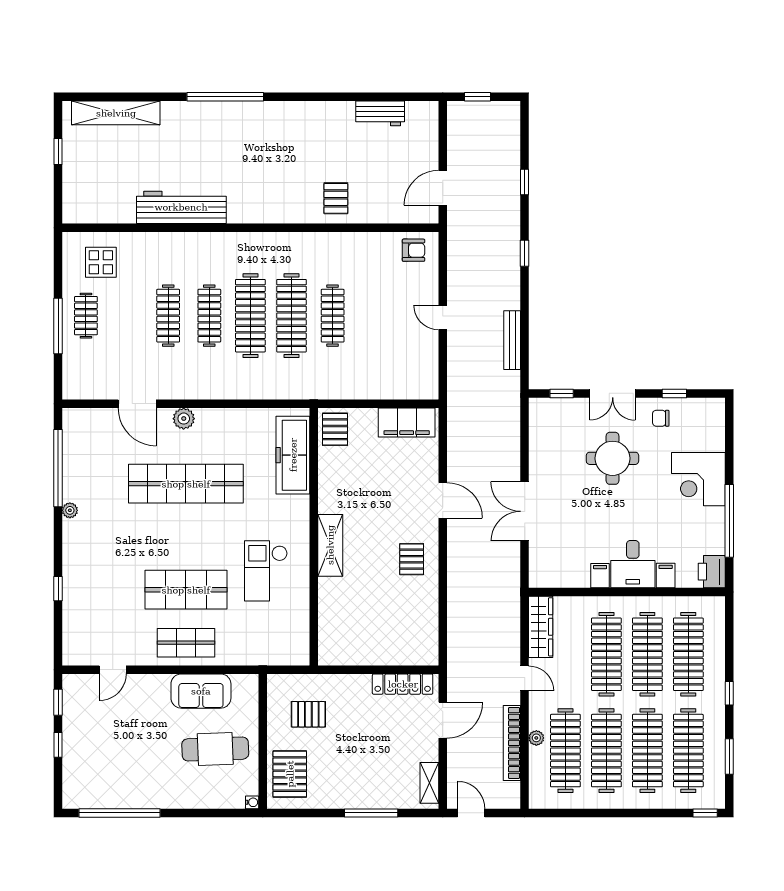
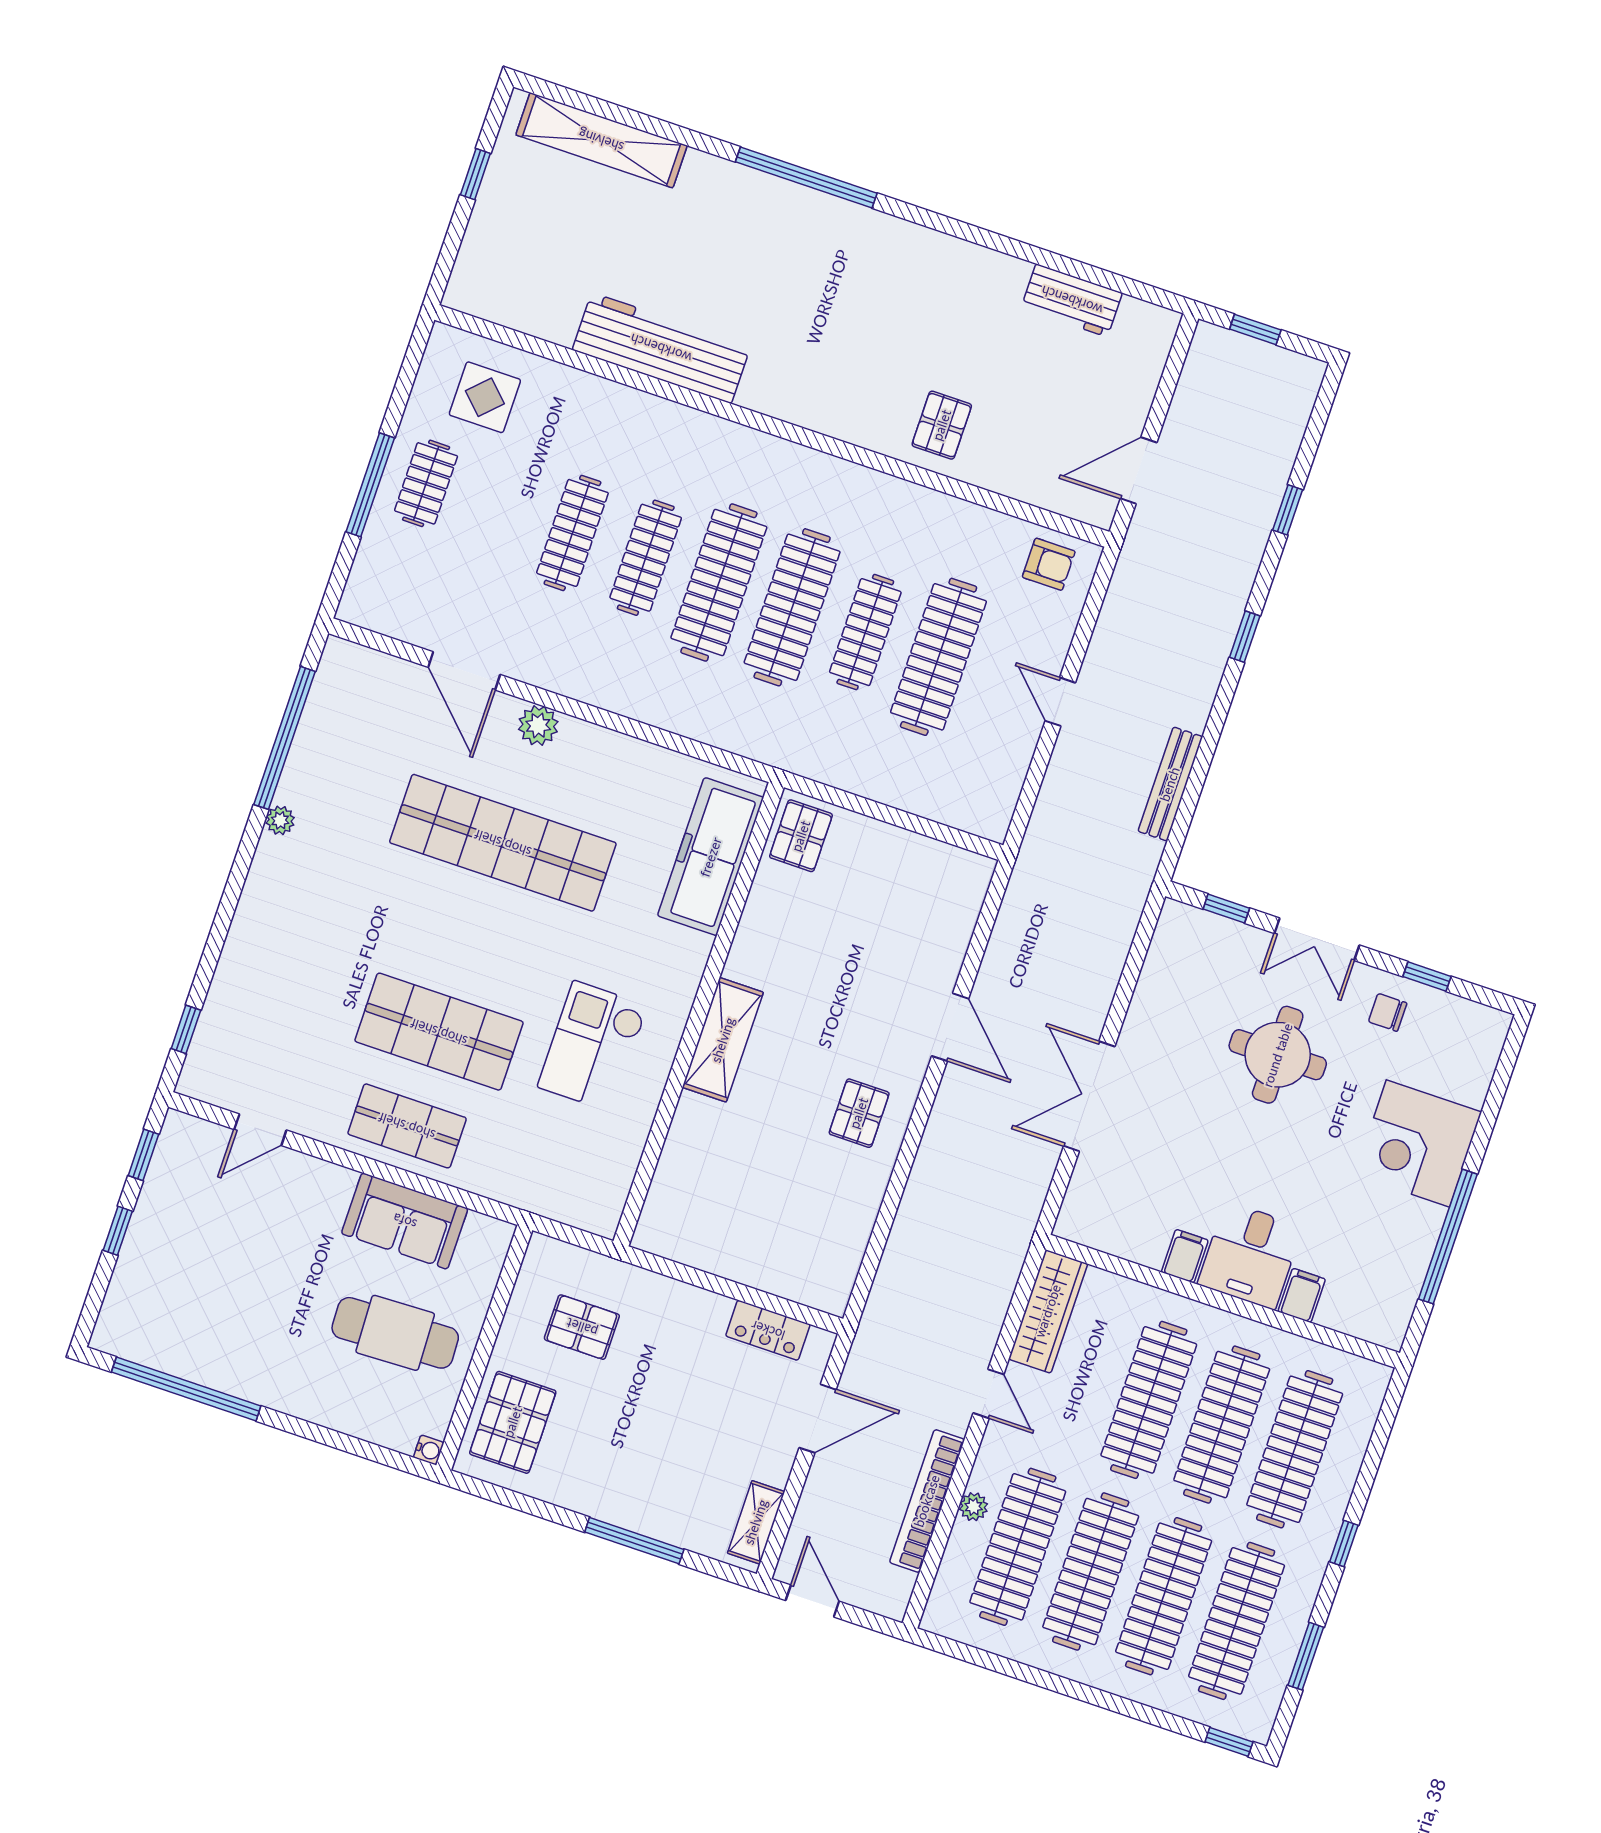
clothes rail: (374, 316) -> (939, 657), added
filing cabinet: (407, 422) -> (933, 867), removed
printer: (712, 572) -> (1386, 1316), removed
window: (58, 589) -> (186, 1029), moved
locker: (403, 684) -> (768, 1330), width x0.66

